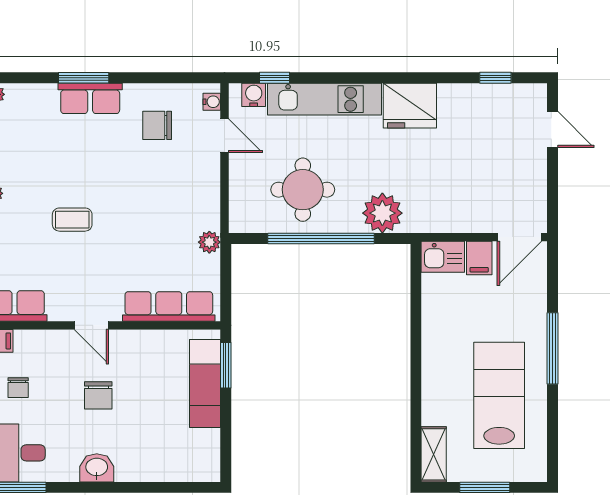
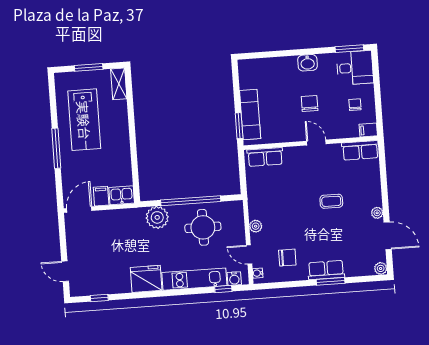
plant: (209, 242) -> (256, 226), moved
row of seats: (169, 306) -> (265, 157), width x0.68

